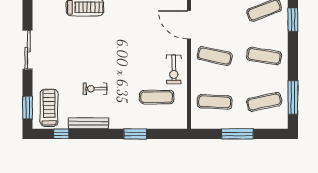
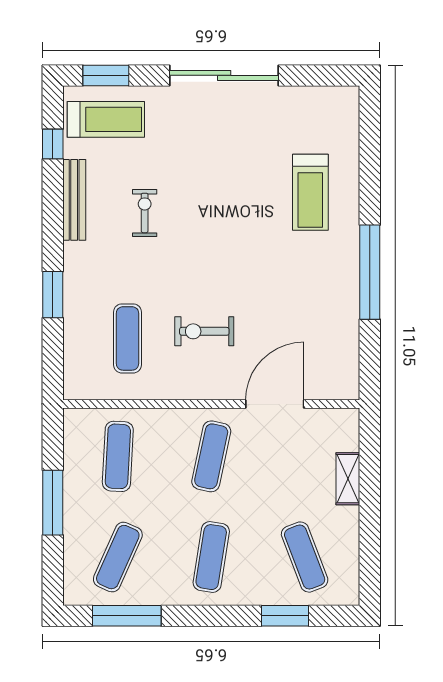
sliding door: (28, 50) -> (224, 75), width x1.36
exercise bike: (174, 69) -> (204, 331), moved
exercise mat: (264, 102) -> (118, 557), turned 36

